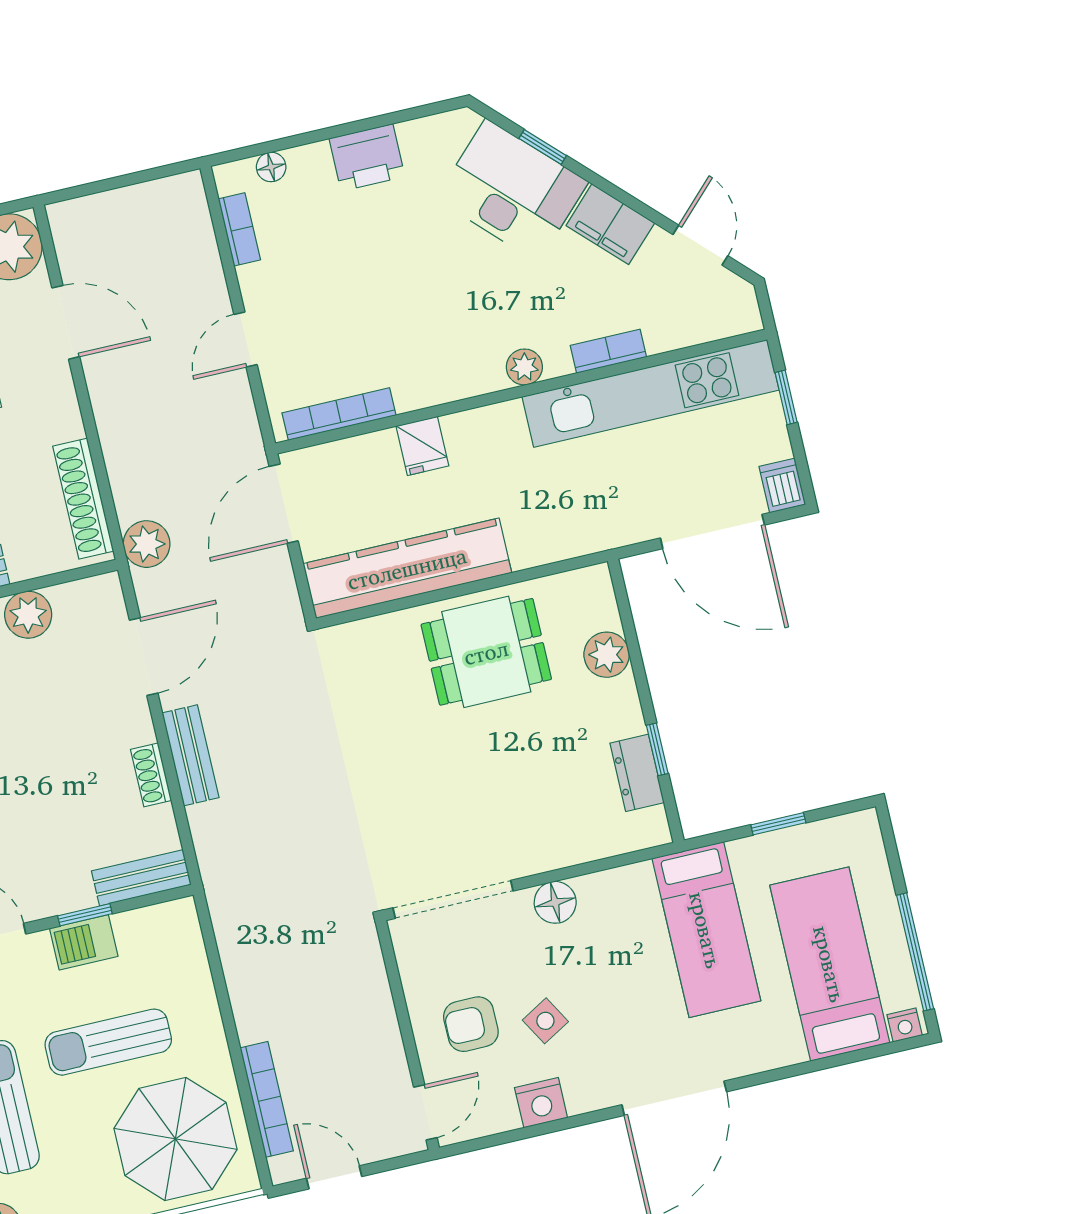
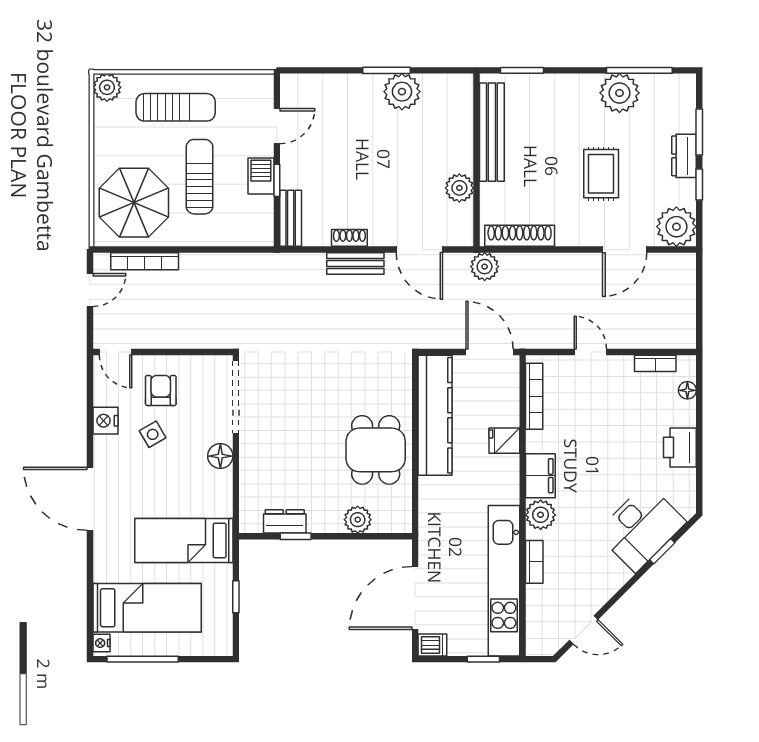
filing cabinet: (610, 224) -> (540, 476), moved, turned 135
plant: (524, 367) -> (541, 515), width x1.38, depth x1.38

